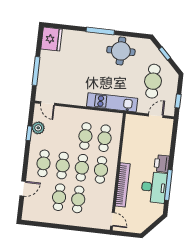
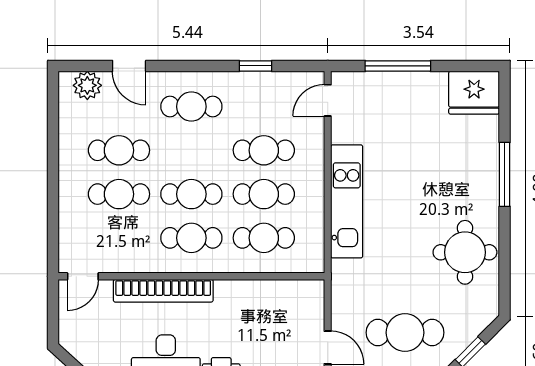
window: (100, 31) -> (505, 174), moved
kitchen unit: (112, 102) -> (347, 201), moved
plant: (38, 128) -> (87, 85), moved
cafe table: (63, 166) -> (264, 150), moved

